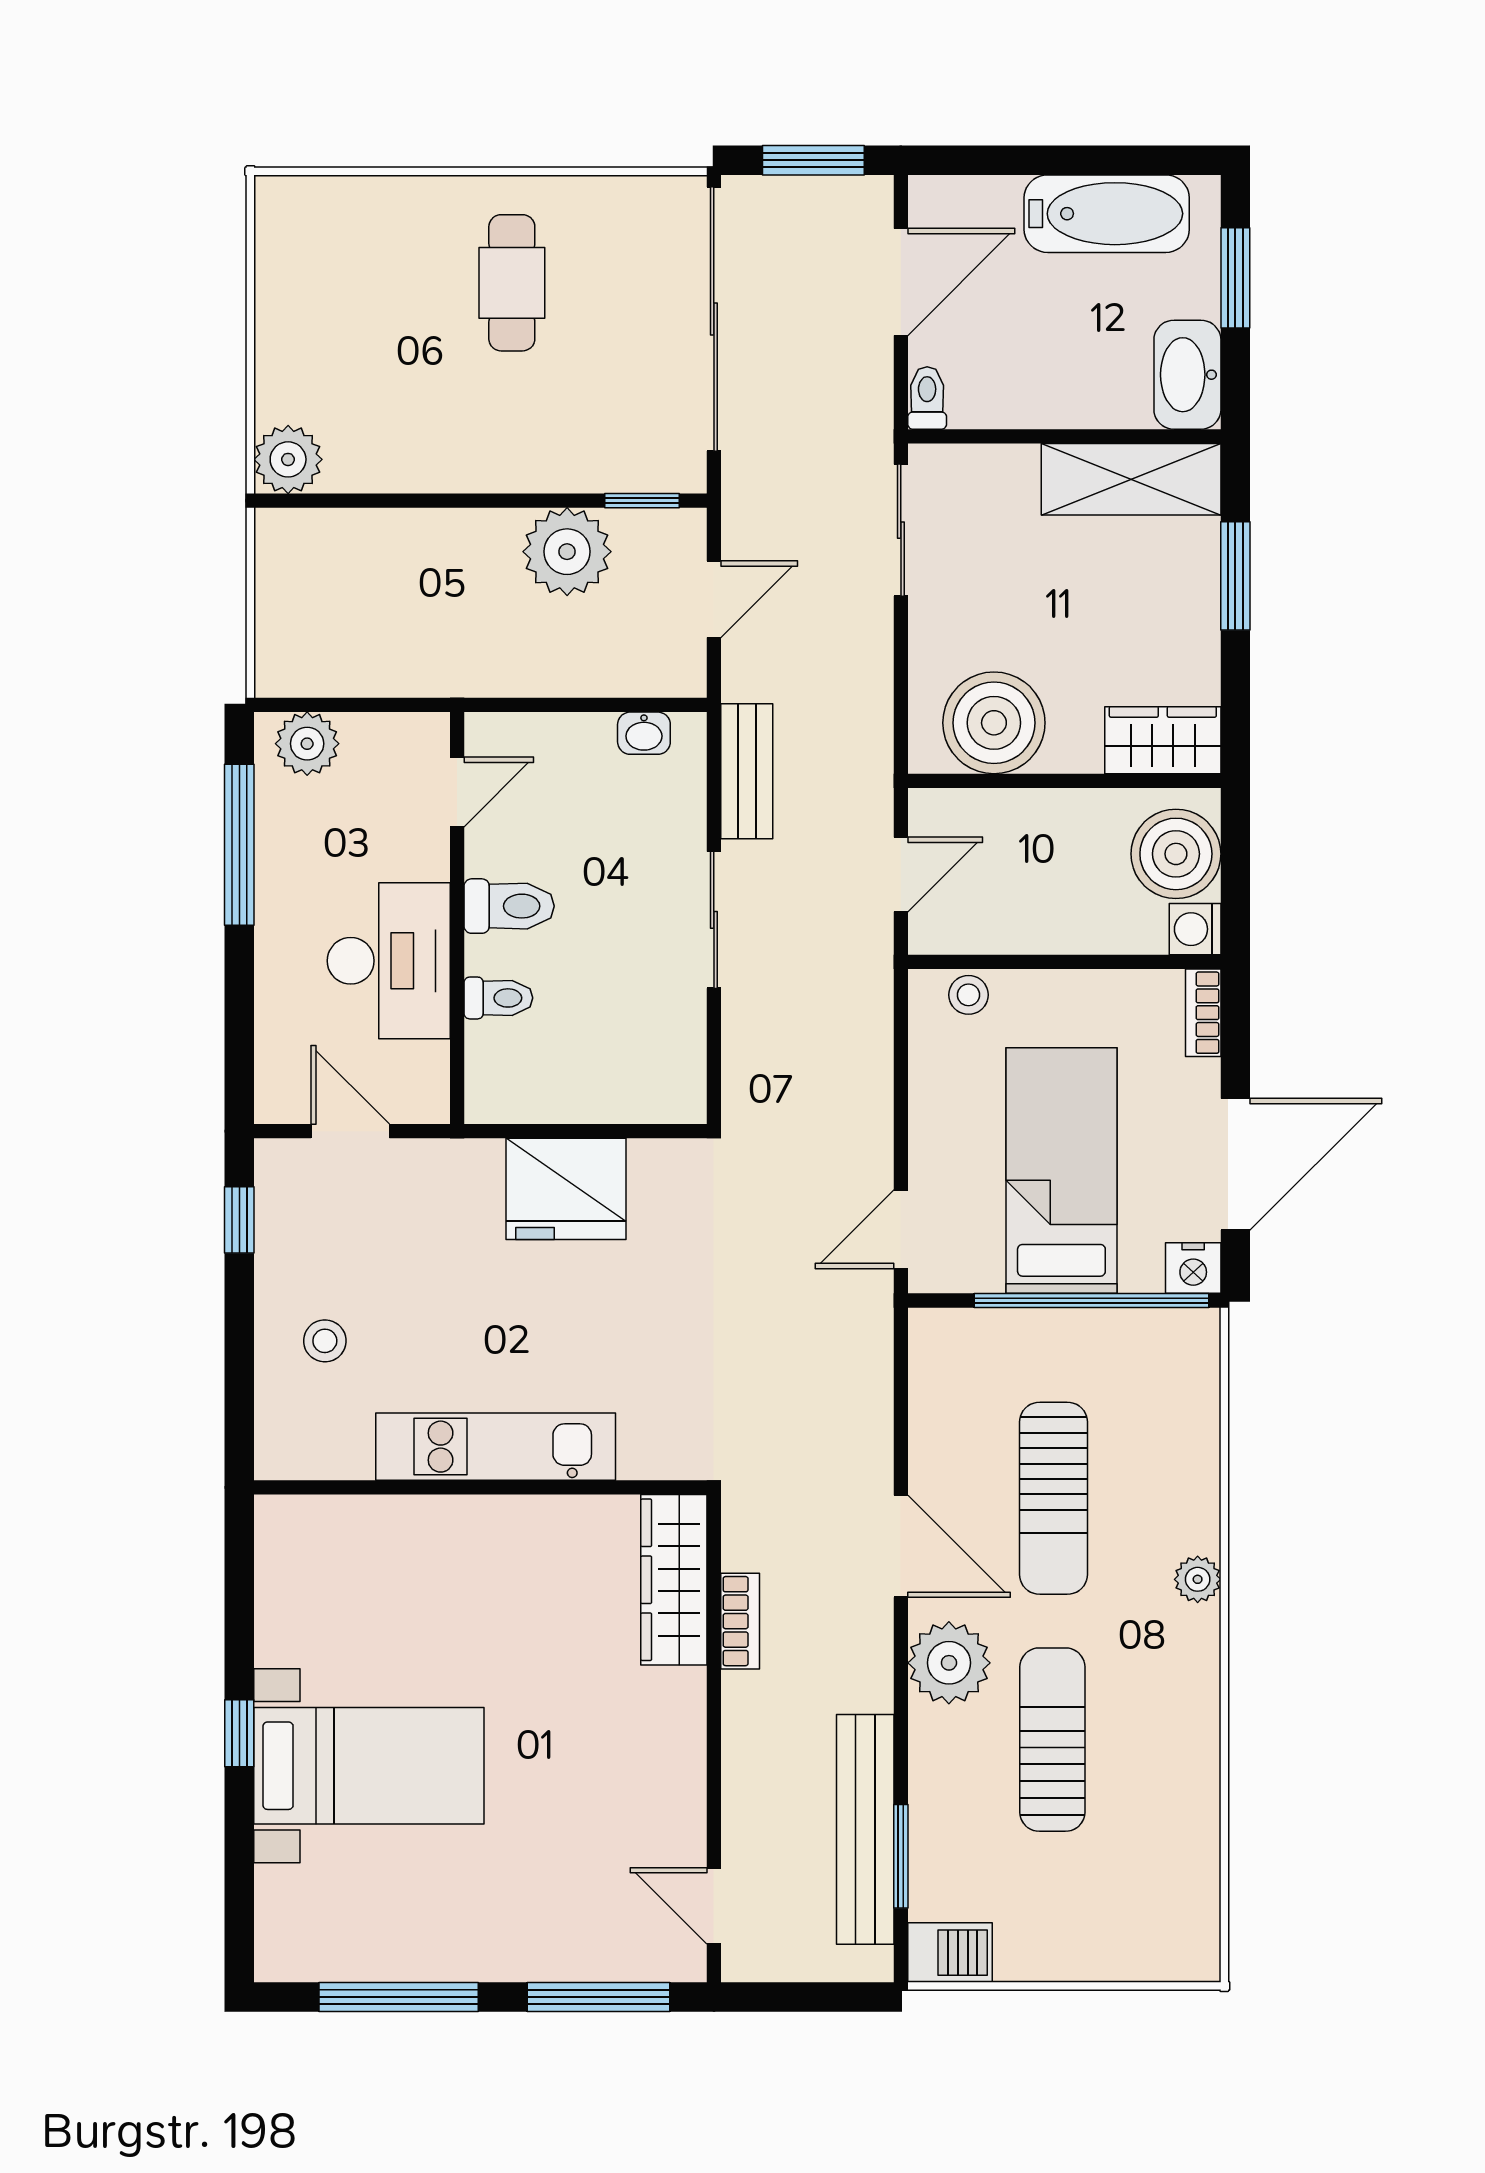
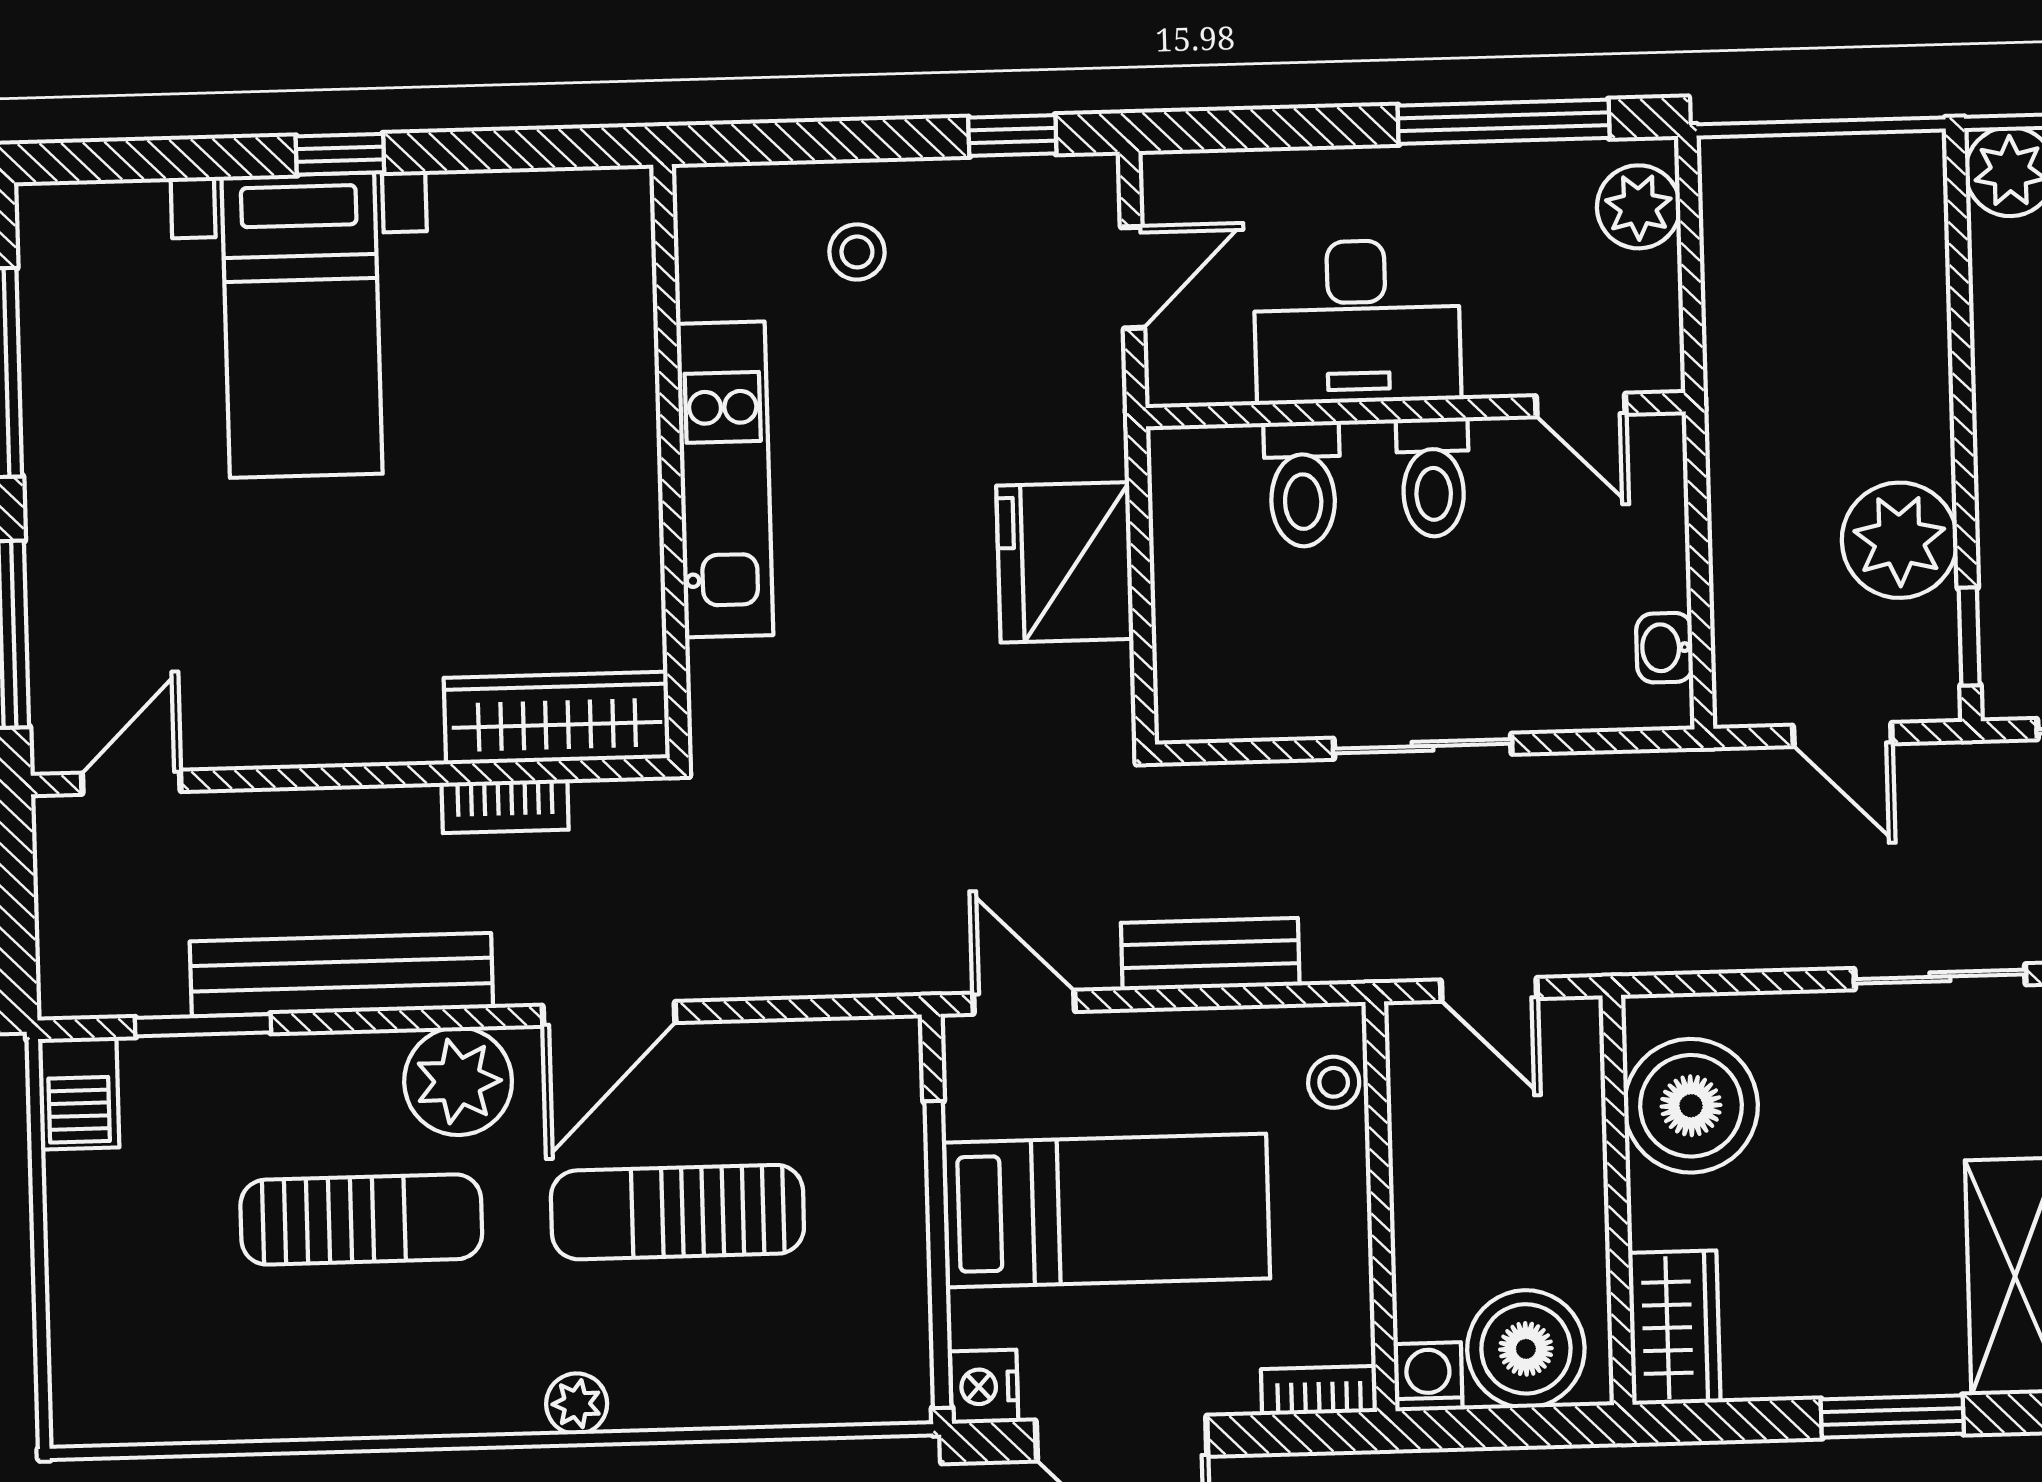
bench: (747, 771) -> (1210, 954), moved
toilet: (498, 998) -> (1303, 484), width x1.37, depth x1.39
bench: (865, 1829) -> (341, 975), moved

